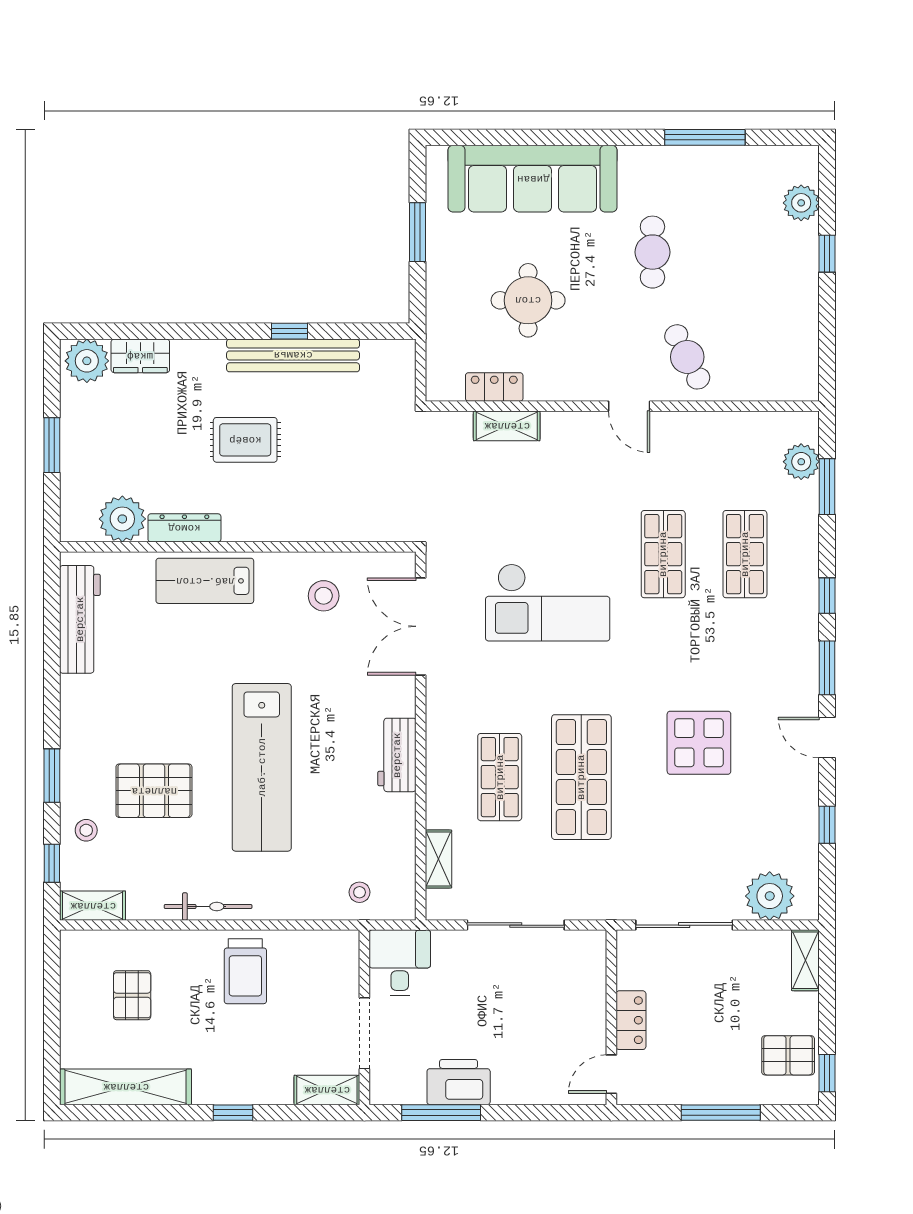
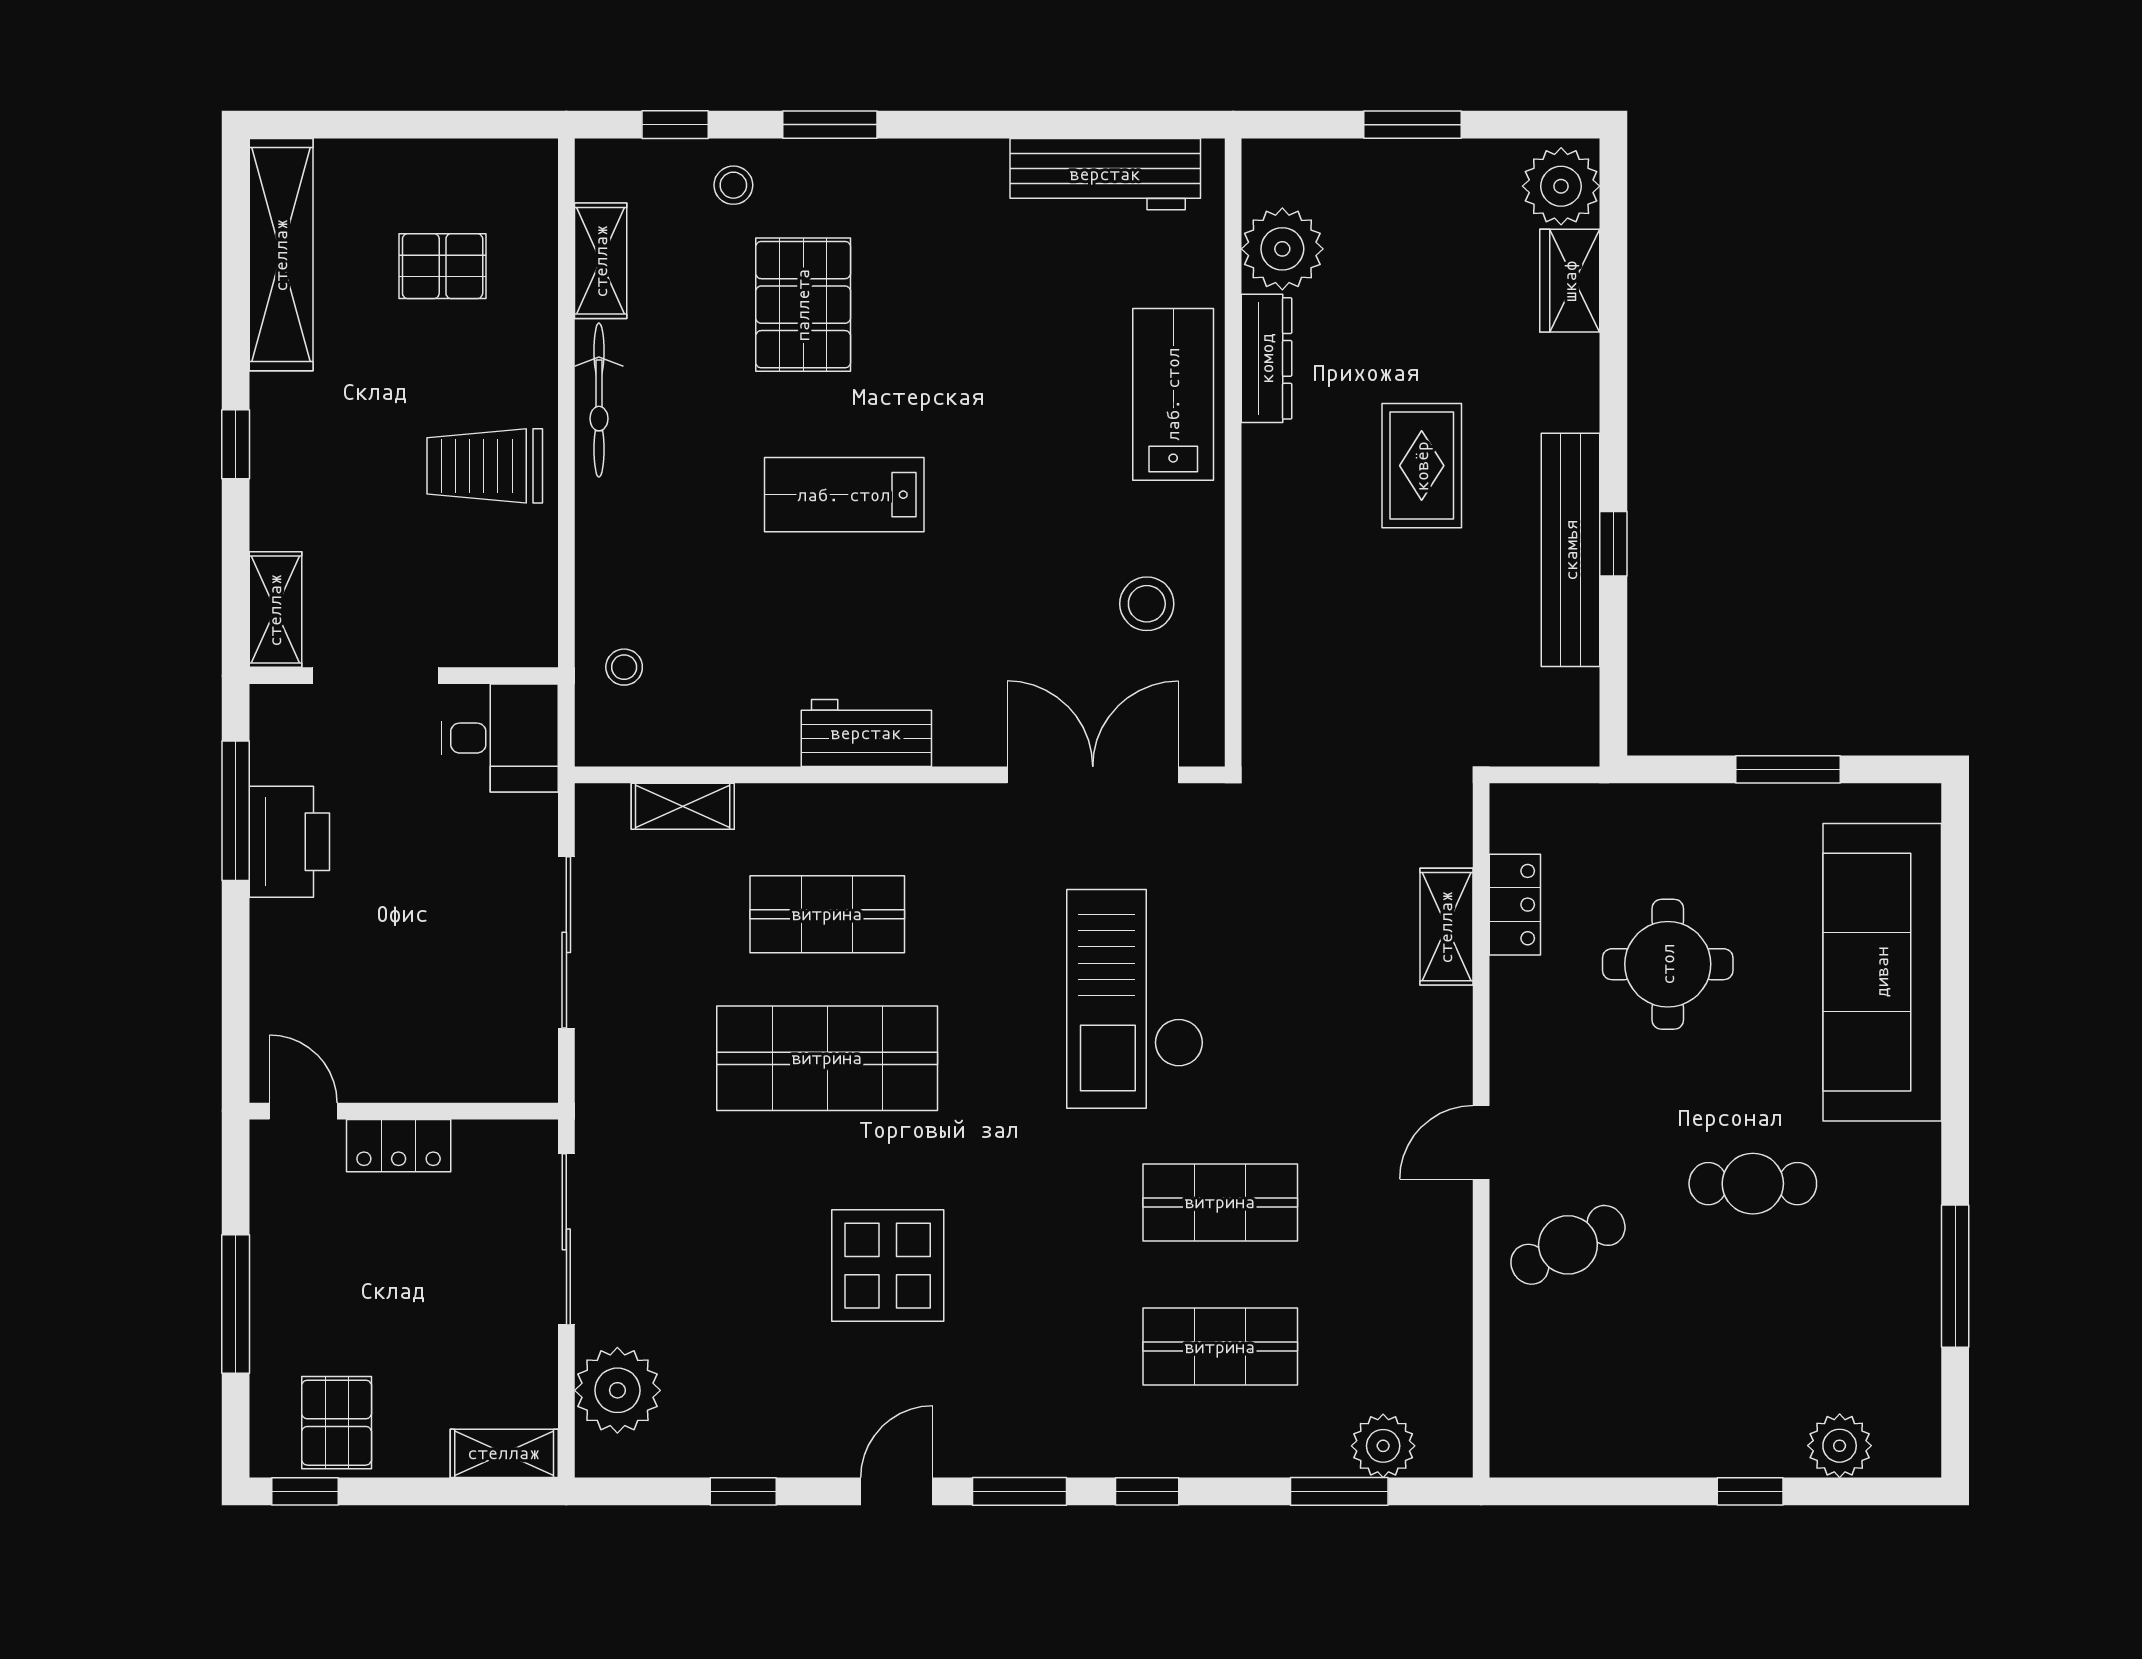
lab bench: (262, 767) -> (844, 495), width x0.54, depth x0.72
shelving: (93, 906) -> (601, 261), moved

